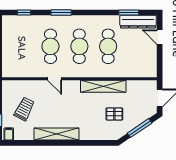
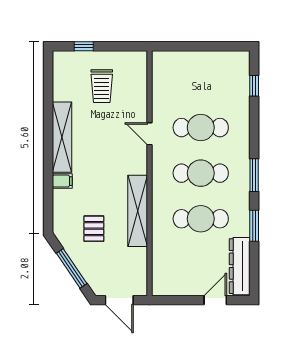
window: (61, 13) -> (254, 175), moved
window: (129, 13) -> (254, 226), moved
door: (54, 79) -> (149, 134), hinge flipped
trolley: (24, 109) -> (102, 86), turned 63
filing cabinet: (9, 134) -> (62, 181), moved

